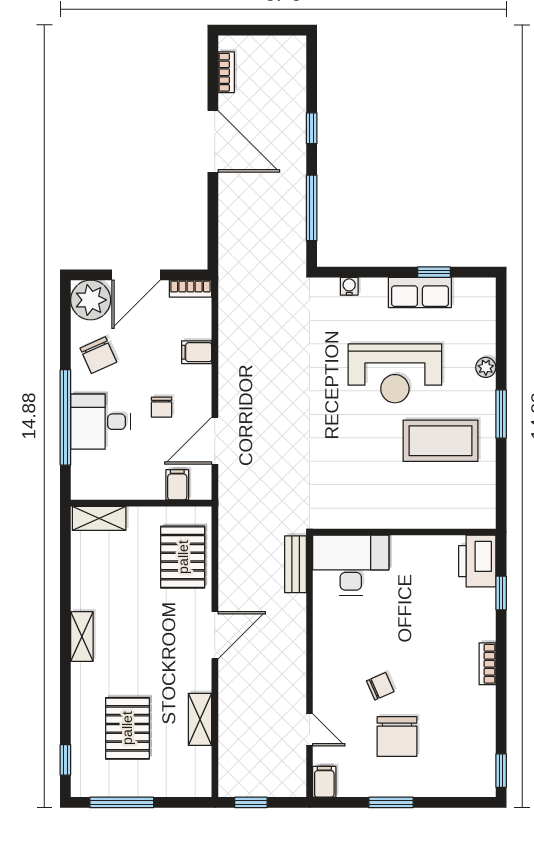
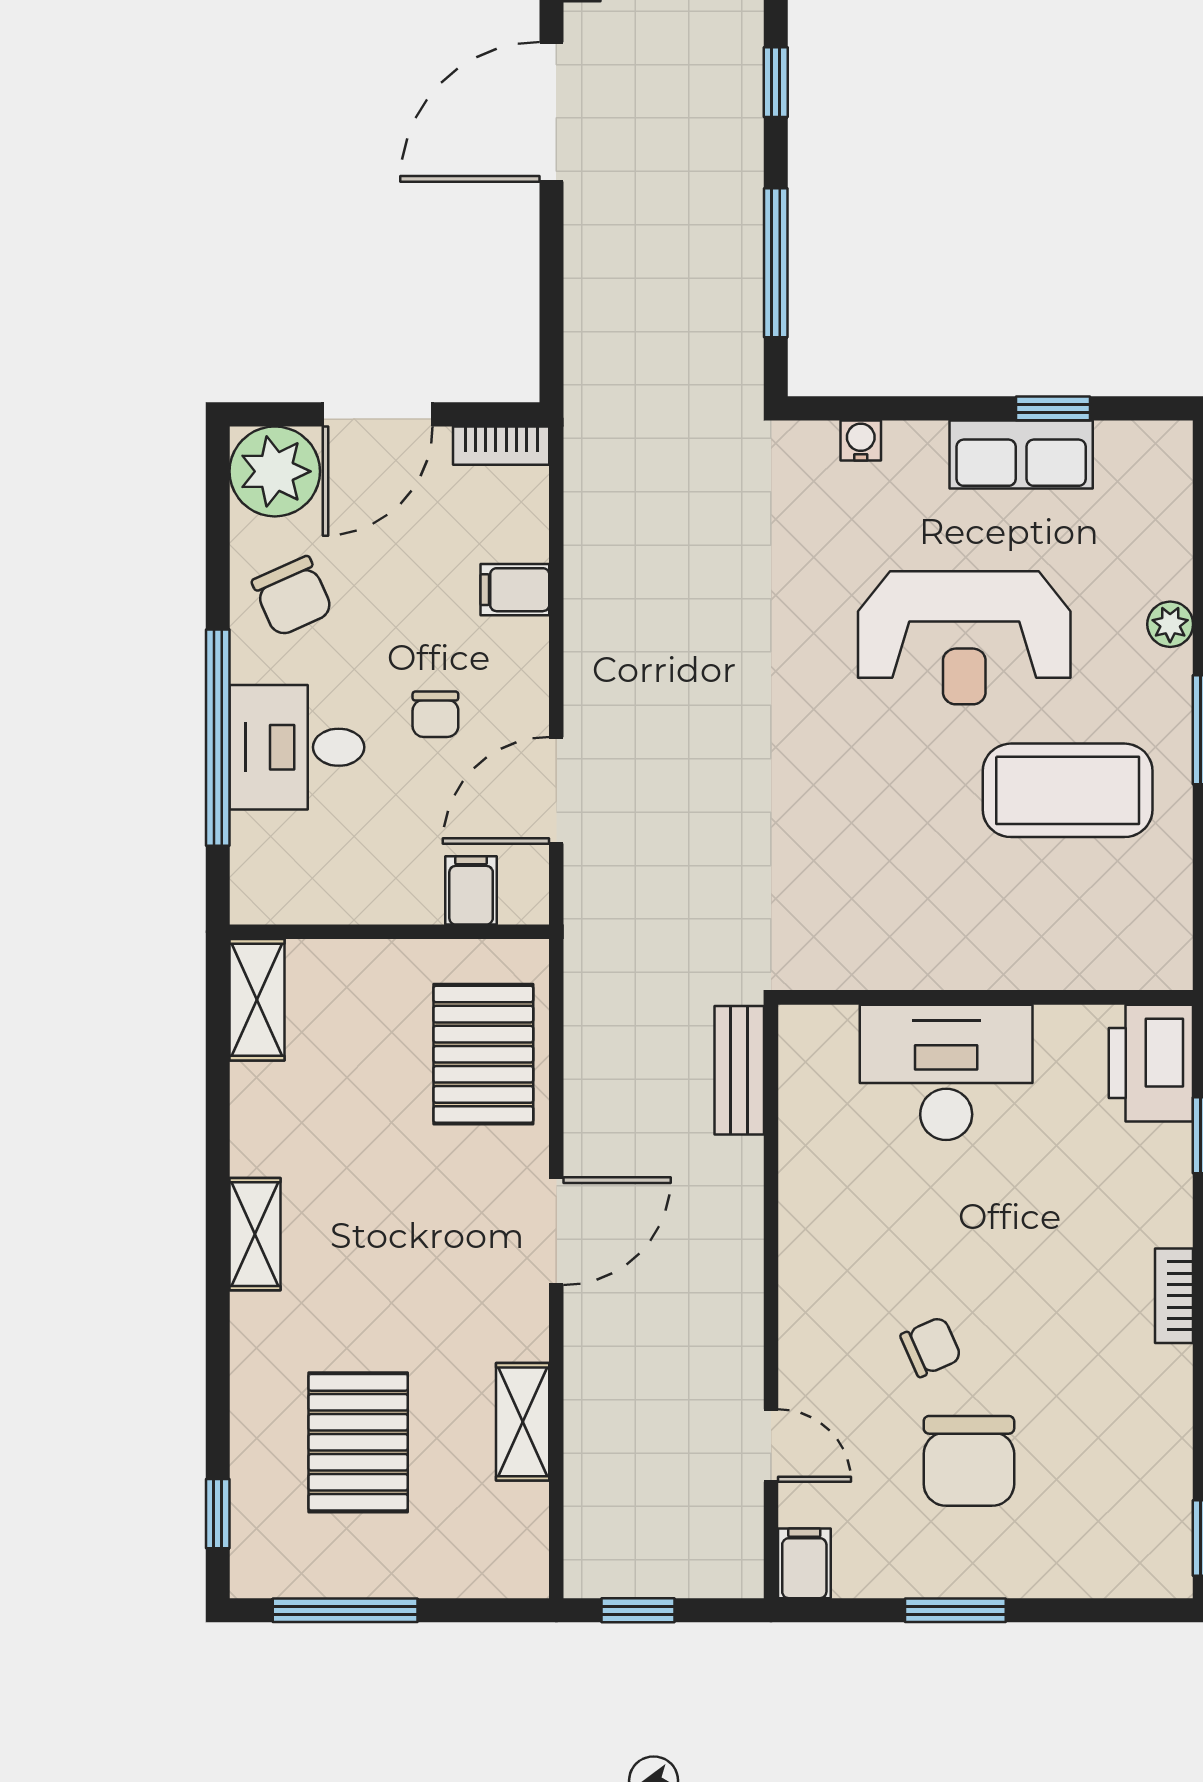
door: (213, 141) -> (552, 112), swing flipped
shelving: (99, 518) -> (257, 1000), moved, turned 90
desk: (351, 565) -> (946, 1072), moved

